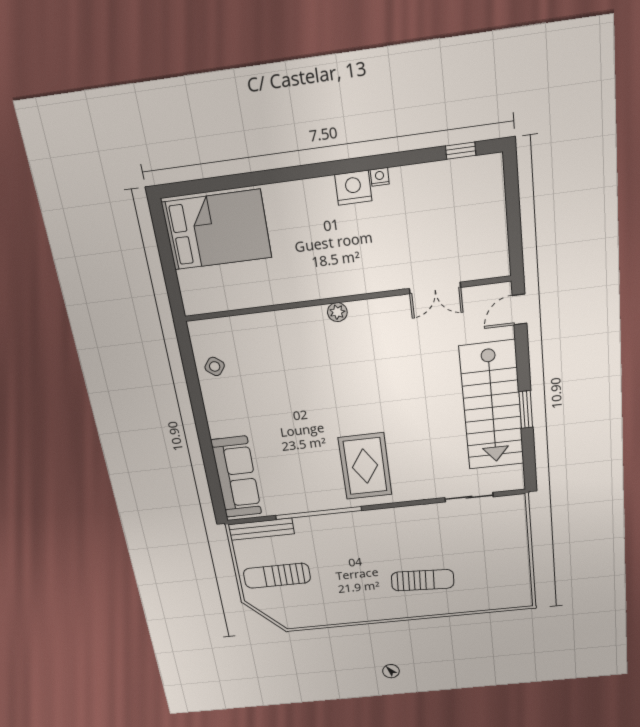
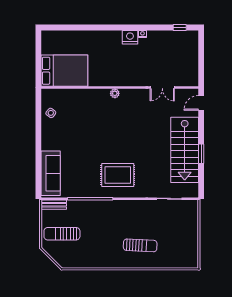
bed: (217, 230) -> (64, 71), moved
rug: (365, 466) -> (118, 175), turned 90
bench: (261, 529) -> (54, 205), width x0.73

